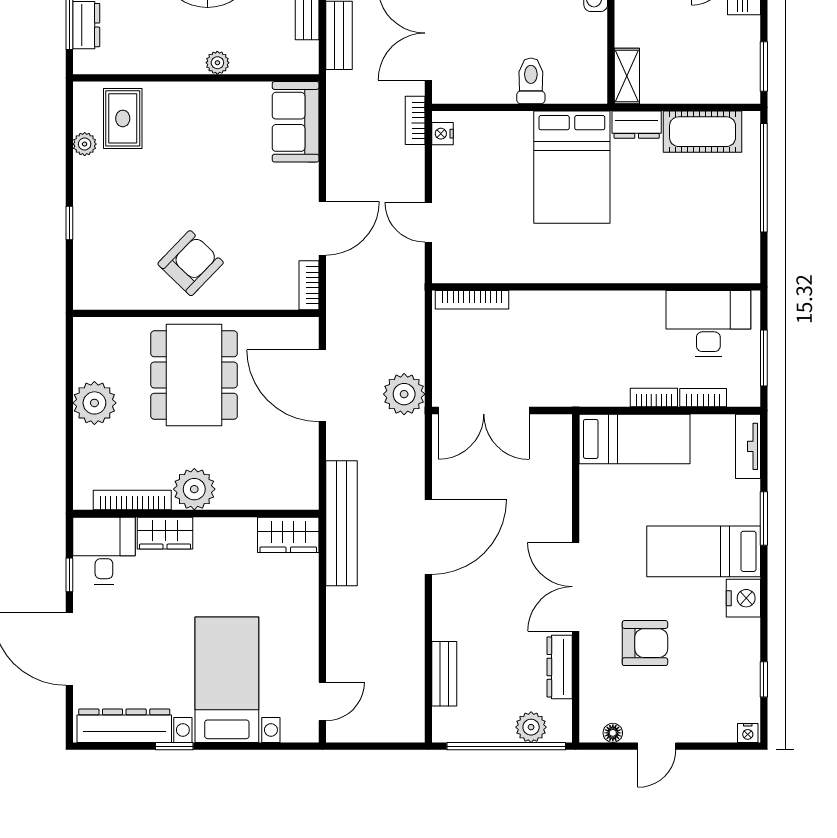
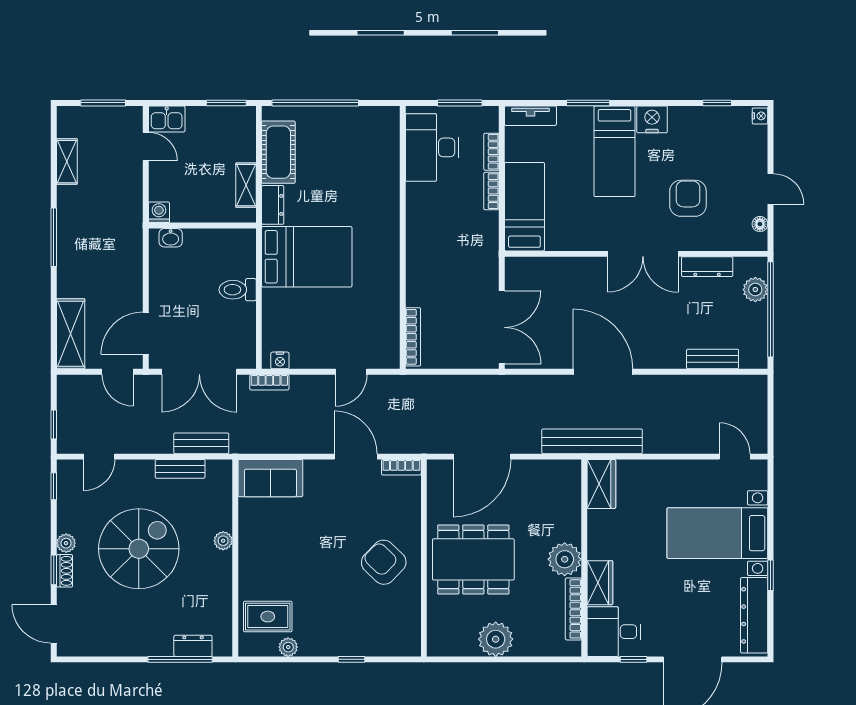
shelving: (627, 76) -> (246, 185), moved, turned 90
plant: (404, 394) -> (489, 391), removed

